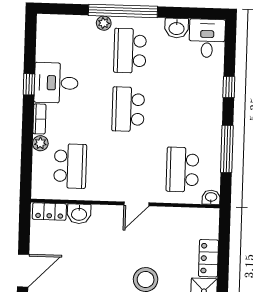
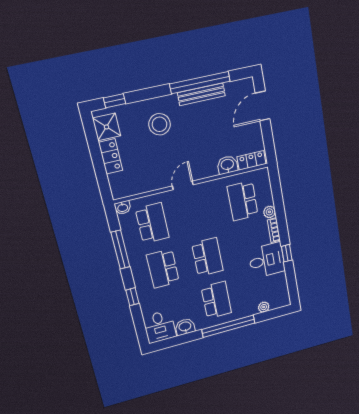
plant: (104, 23) -> (264, 307), moved
school desk: (184, 111) -> (163, 269), added

